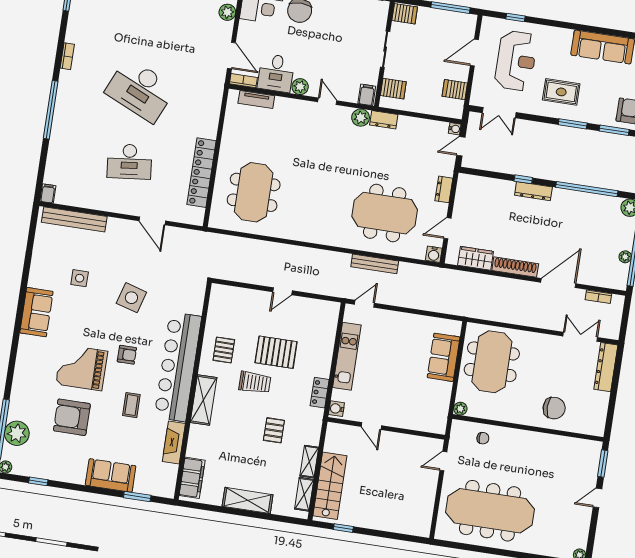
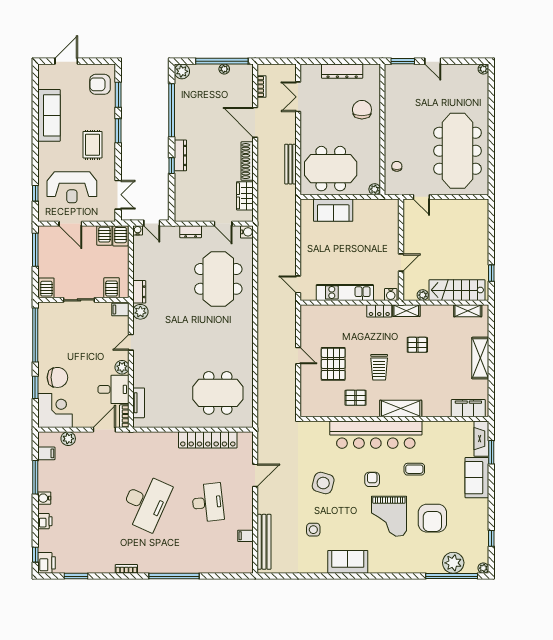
reception desk: (516, 61) -> (72, 187), turned 180
server rack: (451, 108) -> (121, 236), added
filing cabinet: (48, 194) -> (246, 536), moved
bench: (375, 264) -> (290, 164), moved
pallet: (276, 352) -> (333, 364), moved
dresser: (606, 367) -> (342, 71), moved
trolley: (255, 382) -> (379, 367), turned 180
fireplace: (174, 442) -> (481, 439), moved, turned 90
plant: (330, 445) -> (423, 295), added
shelving: (309, 462) -> (406, 311), moved

